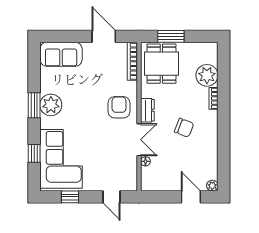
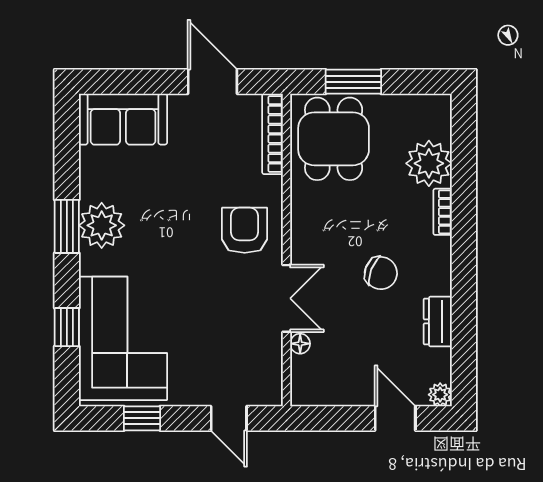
dresser: (147, 110) -> (438, 321), moved, turned 180

